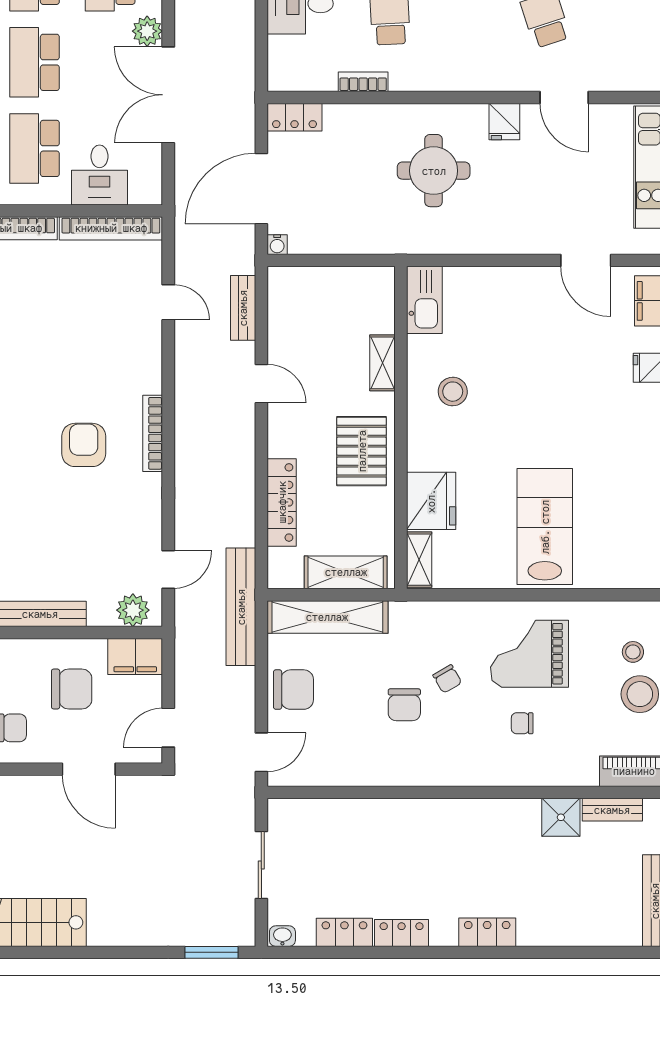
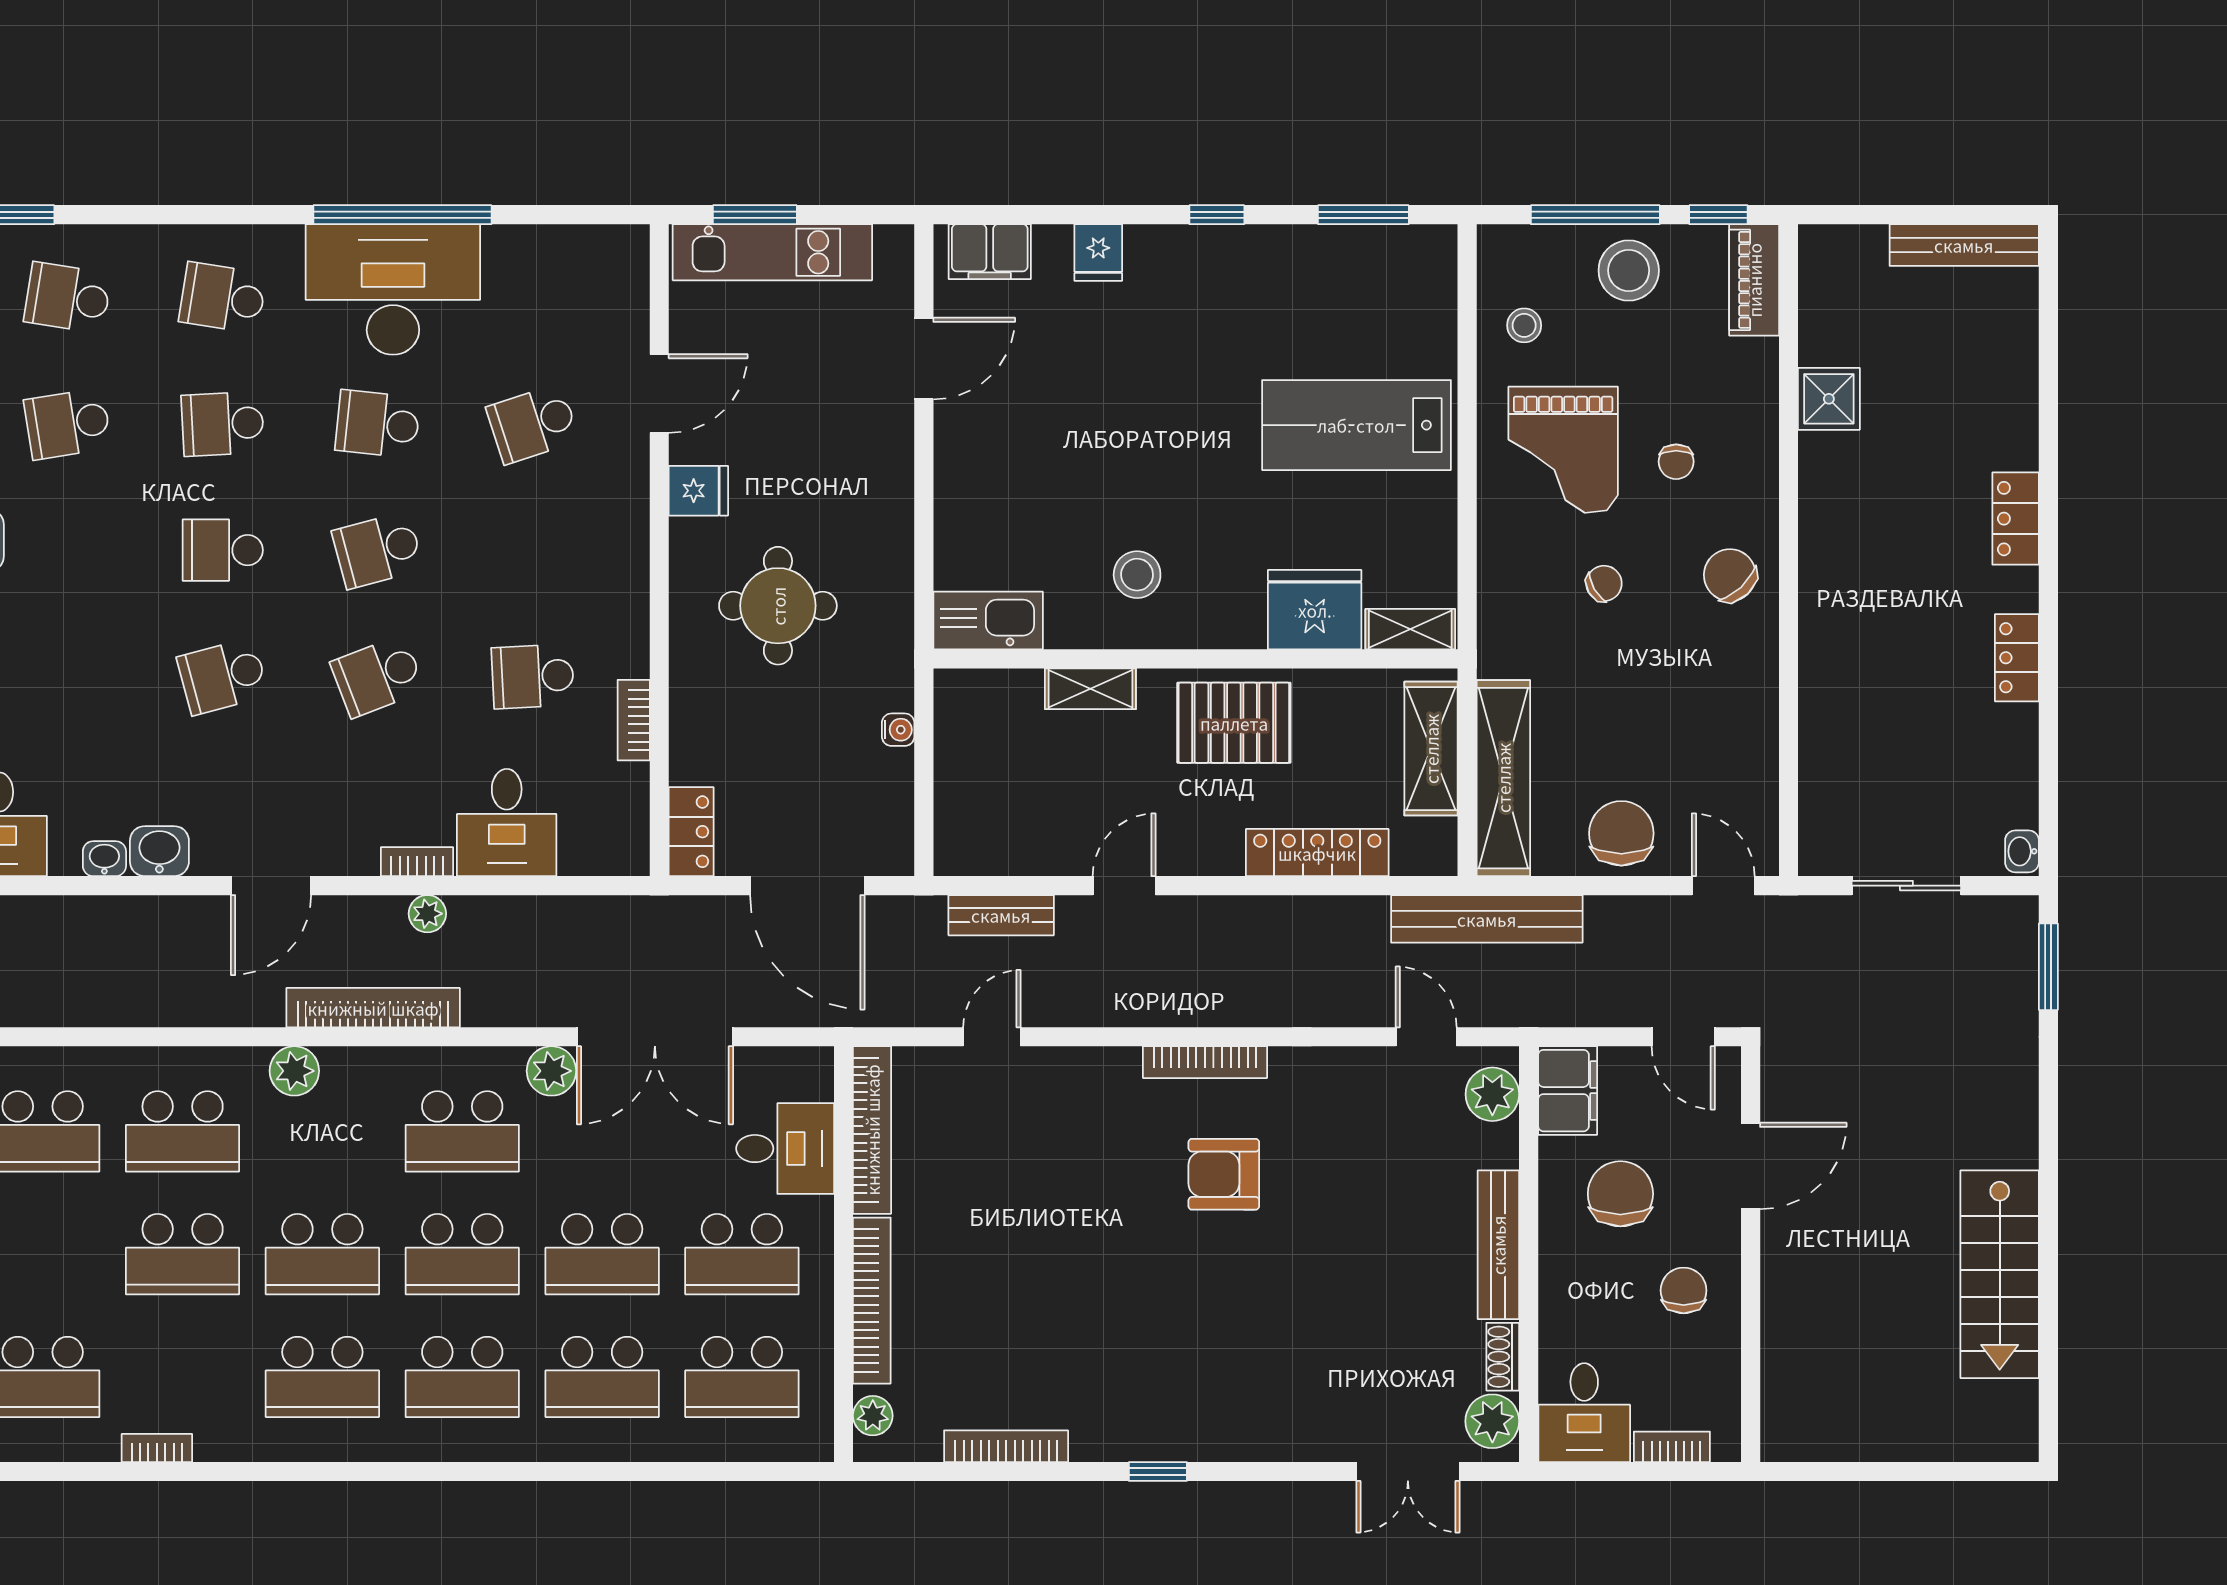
water cooler: (277, 245) -> (898, 730), moved
stool: (633, 652) -> (1524, 325), moved
chair: (404, 705) -> (1730, 575), moved, turned -133
bench: (612, 810) -> (1817, 315), removed
locker: (344, 932) -> (2016, 751), removed

